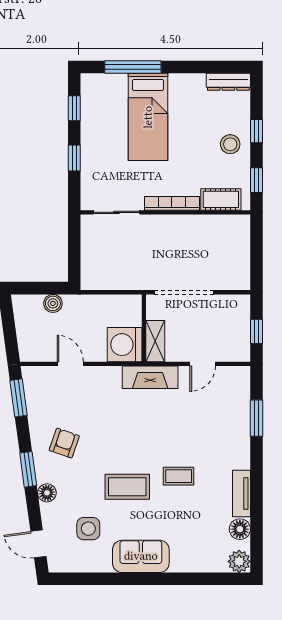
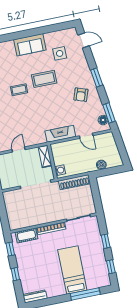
stool: (230, 144) -> (27, 265), removed
shoe rack: (110, 281) -> (74, 182), added
washing machine: (125, 345) -> (60, 170), moved, width x0.53, depth x0.53
fireplace: (150, 377) -> (60, 134), moved
floor lamp: (47, 493) -> (103, 120), moved

